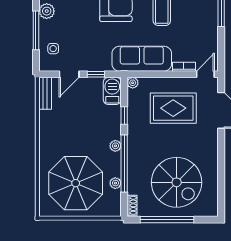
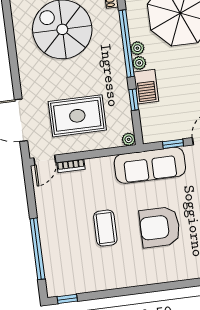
sofa: (142, 59) -> (150, 165), moved
barbecue: (112, 91) -> (146, 87), moved
plant: (115, 183) -> (137, 48), moved

